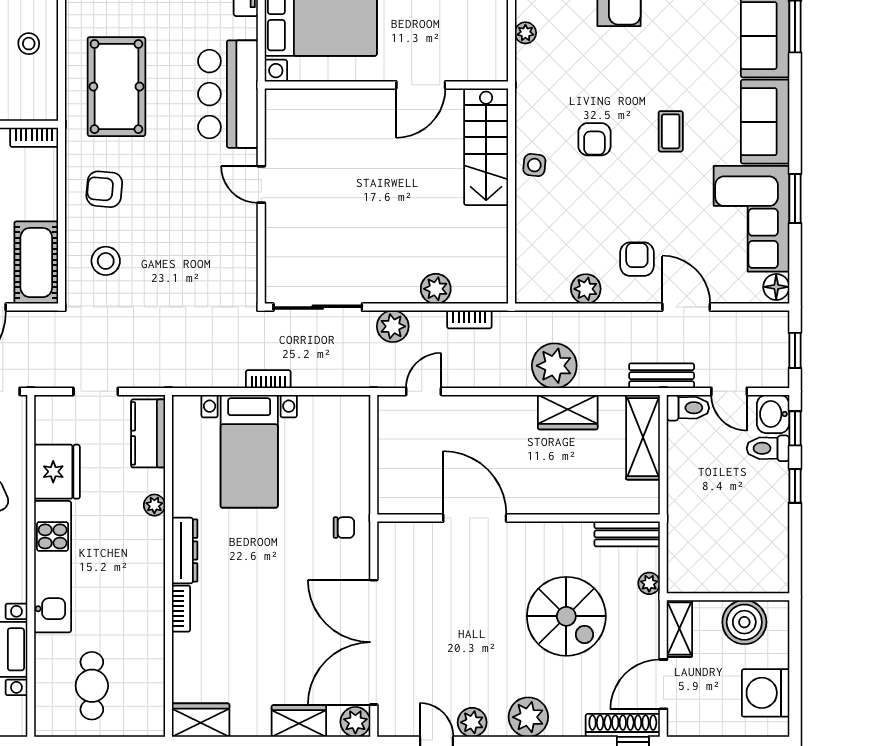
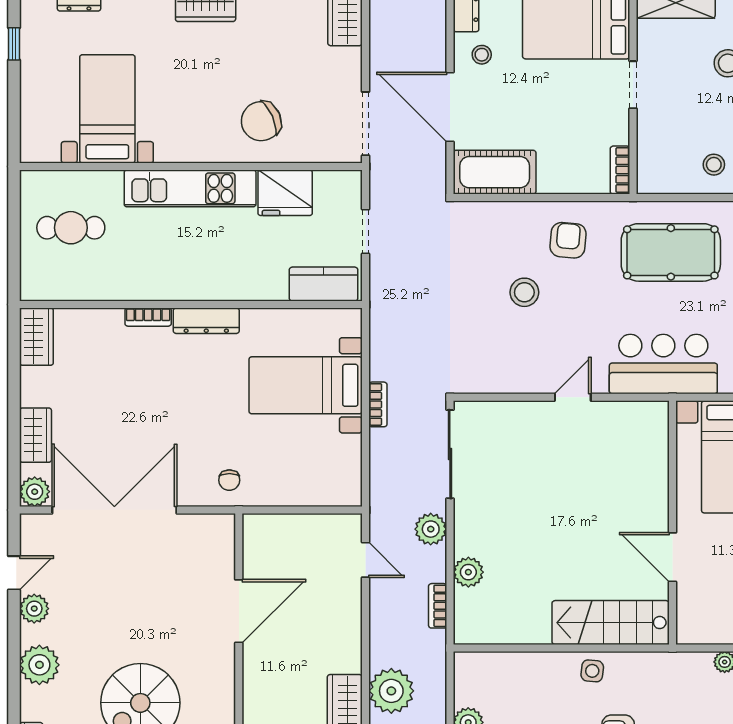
stool: (106, 261) -> (524, 292), moved
plant: (154, 505) -> (252, 290), removed

